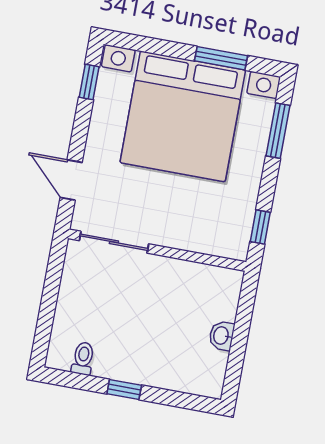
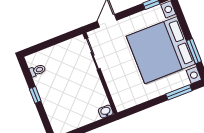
window: (260, 227) -> (135, 109), removed
washbasin: (222, 336) -> (106, 112), moved

